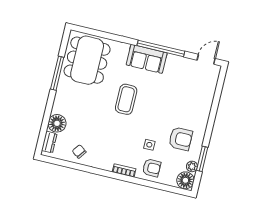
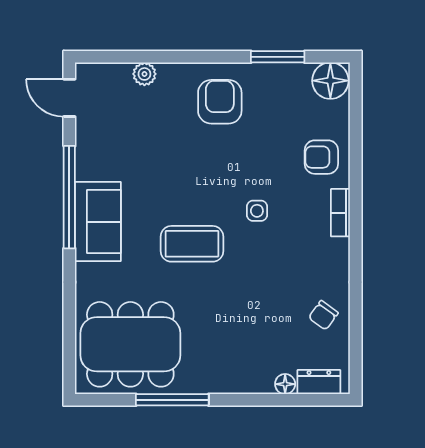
floor lamp: (57, 123) -> (285, 384), width x0.53, depth x0.53
armchair: (181, 139) -> (220, 102), moved
side table: (149, 145) -> (257, 211), moved
plant: (192, 166) -> (144, 74), moved
armchair: (152, 168) -> (321, 157), turned -90

